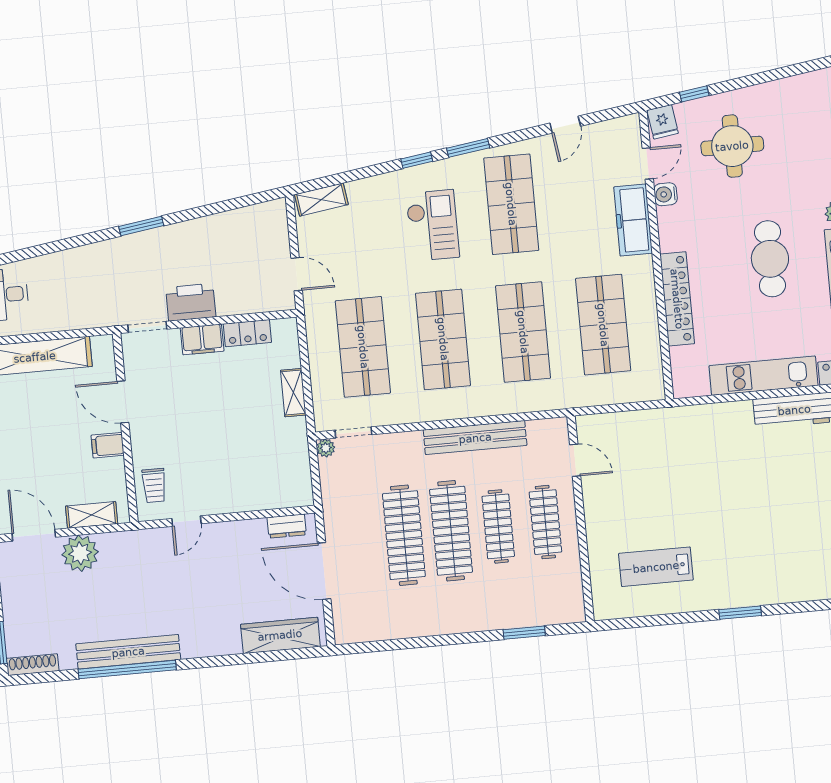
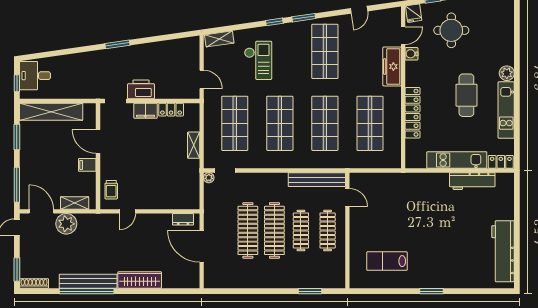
checkout: (433, 225) -> (258, 60), moved
bench: (475, 438) -> (317, 180), moved
wardrobe: (280, 635) -> (140, 280), moved

